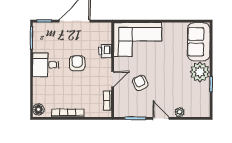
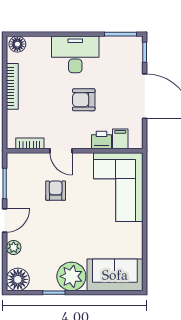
filing cabinet: (104, 38) -> (120, 139), added
armchair: (77, 63) -> (84, 100), turned 180
desk: (46, 65) -> (75, 54), width x1.37
armchair: (140, 83) -> (56, 191), turned -64
floor lamp: (202, 109) -> (18, 279), added

